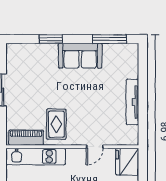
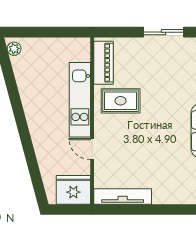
tv unit: (132, 102) -> (123, 196), moved
kitchen unit: (36, 156) -> (80, 100), moved

